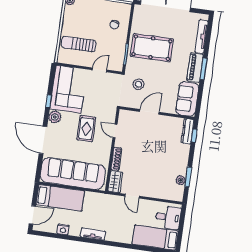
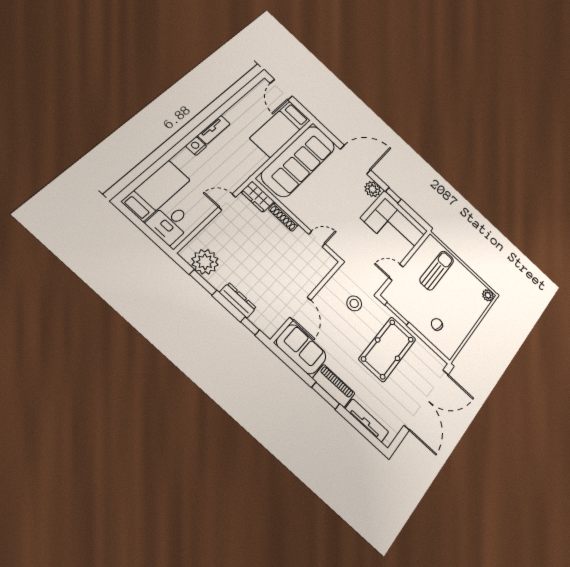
door: (100, 70) -> (396, 272), swing flipped
door: (149, 112) -> (300, 309), moved
rug: (86, 129) -> (340, 211), removed
dresser: (188, 131) -> (238, 300), moved
plant: (181, 180) -> (205, 262), width x1.88, depth x1.88
nightstand: (63, 229) -> (196, 146), moved

